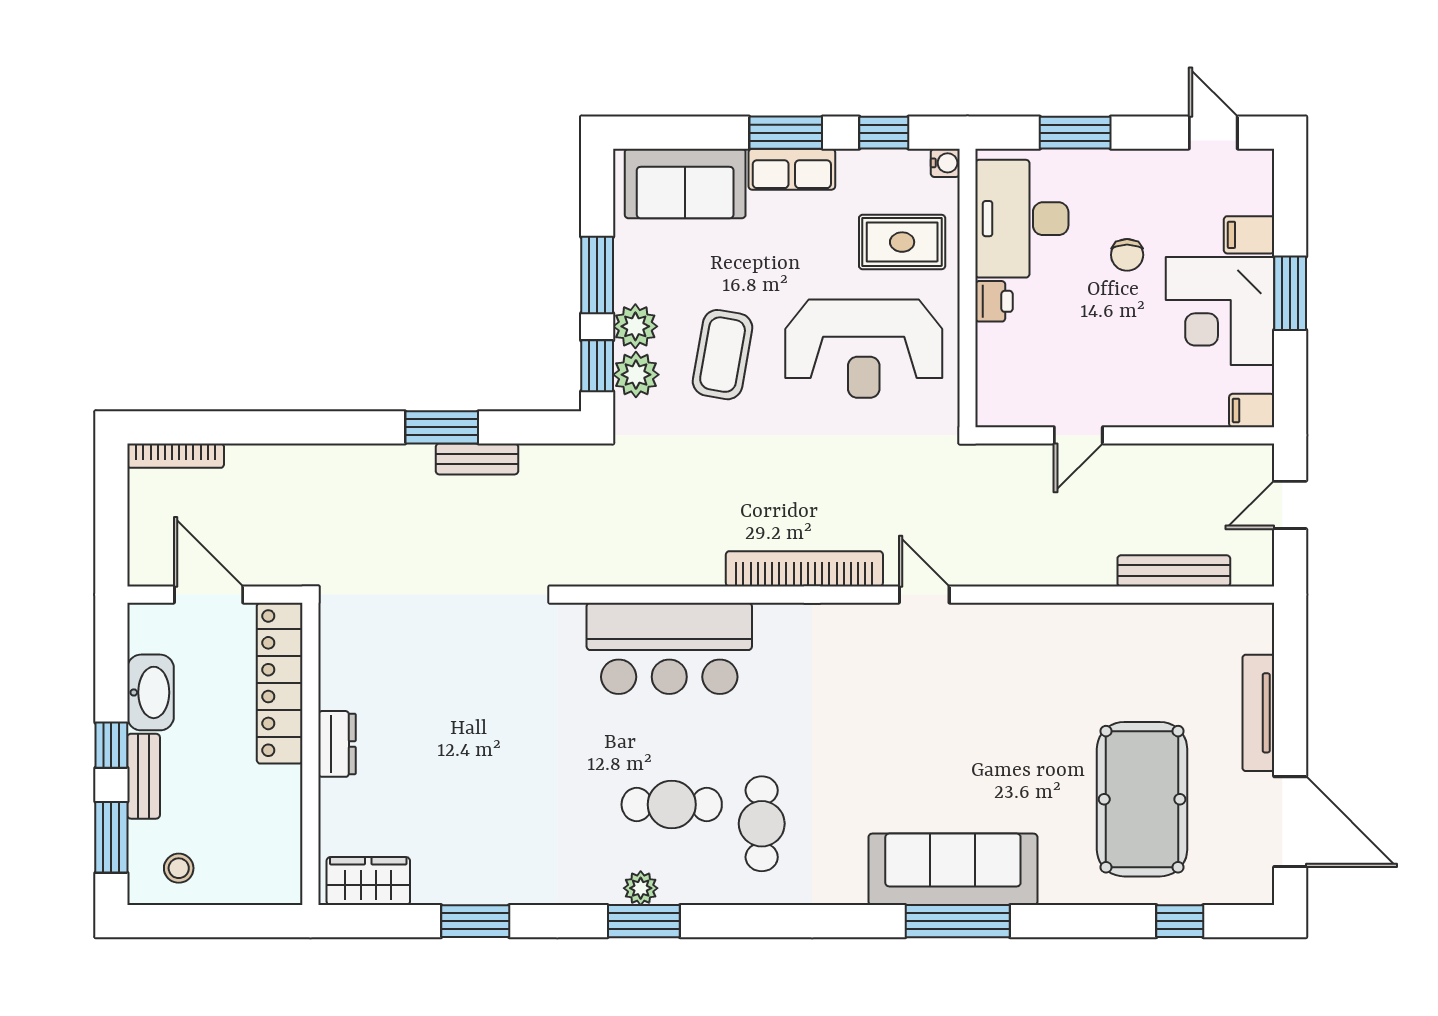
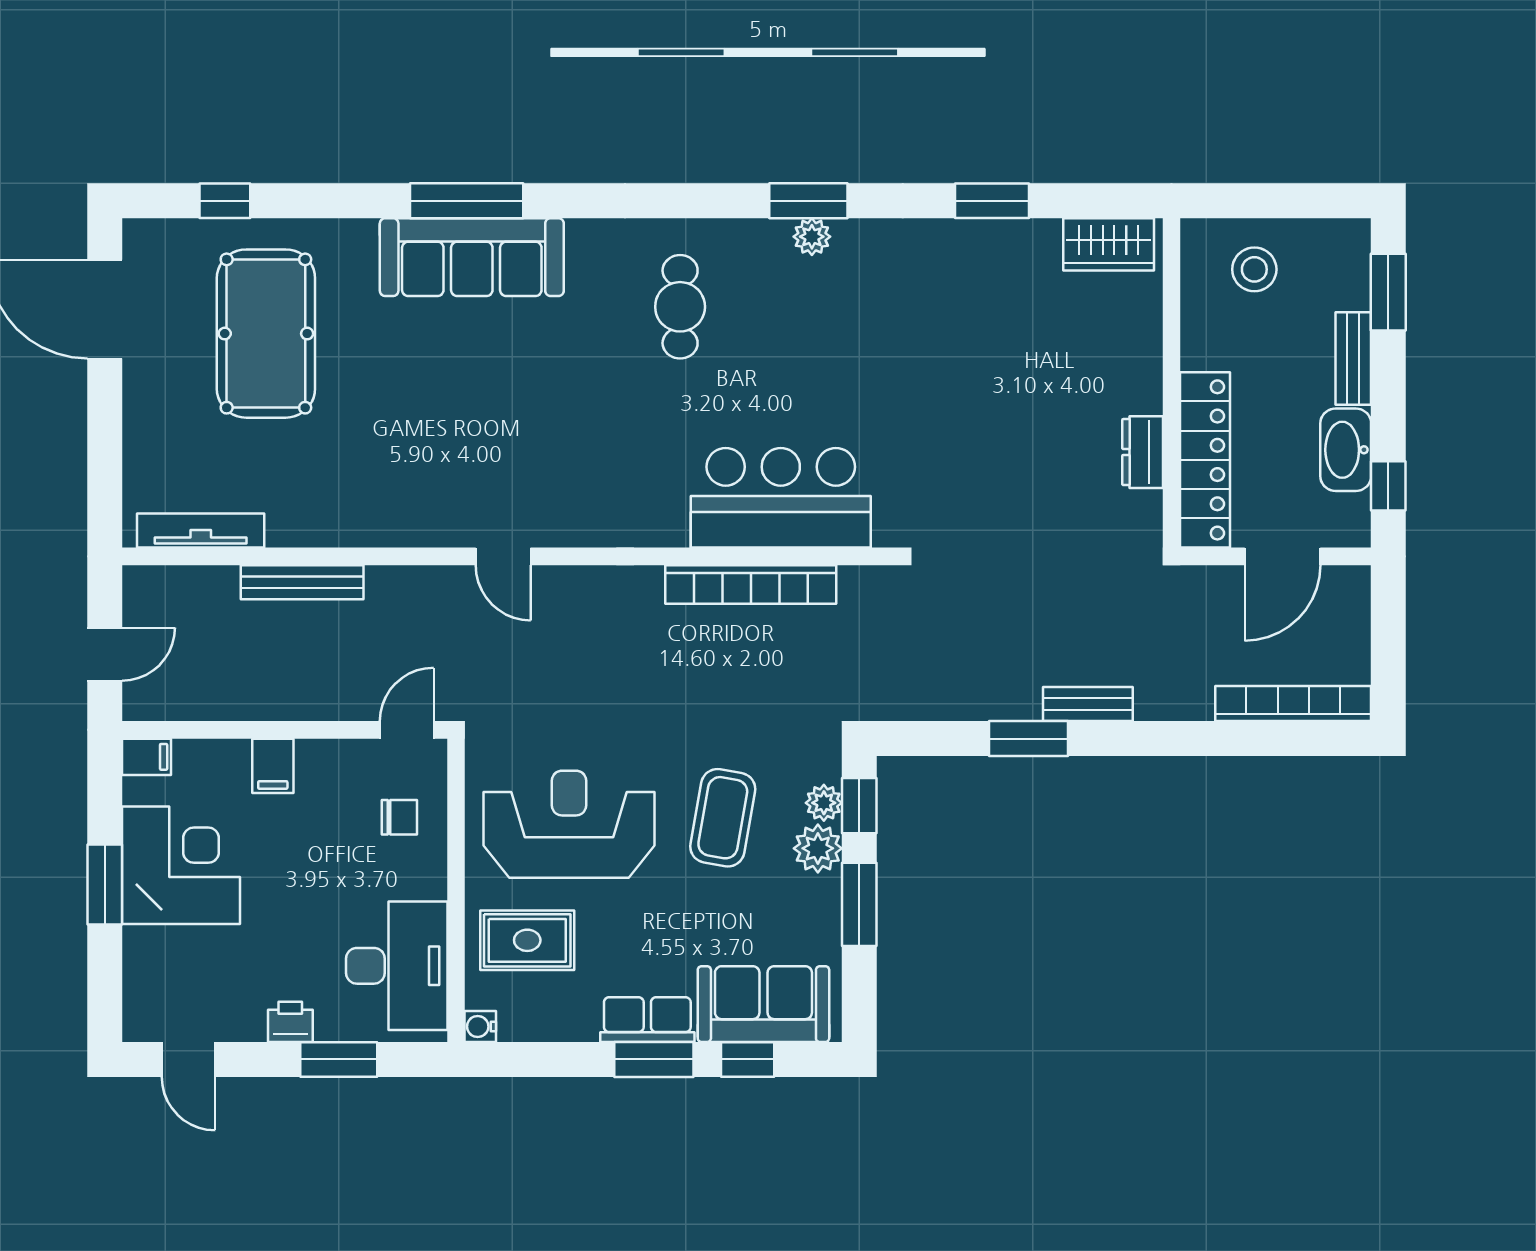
window: (884, 133) -> (748, 1059), moved
filing cabinet: (1249, 235) -> (273, 766), moved, turned 90
chair: (1127, 255) -> (399, 817), moved, turned 90
printer: (994, 301) -> (290, 1022), moved, turned 90
plant: (636, 375) -> (824, 803), width x0.73, depth x0.73
door: (1078, 435) -> (407, 730), moved
bookcase: (176, 456) -> (1293, 703), width x1.48, depth x1.31
bench: (477, 459) -> (1088, 704), moved
bookcase: (804, 569) -> (751, 584), moved
bench: (1174, 571) -> (302, 582), moved
door: (209, 595) -> (1282, 556), hinge flipped
tv unit: (1258, 713) -> (201, 530), moved, turned -90
dresser: (337, 744) -> (1143, 452), moved
window: (111, 745) -> (1388, 486), moved
cafe table: (672, 805) -> (778, 328), removed
stool: (179, 868) -> (1254, 269), moved, width x1.37, depth x1.37

